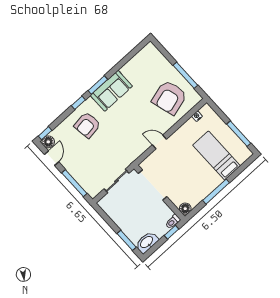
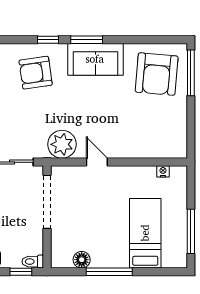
window: (185, 75) -> (191, 73), moved
armchair: (169, 98) -> (157, 74), moved, turned -69
plant: (134, 149) -> (62, 144), added
floor lamp: (185, 209) -> (82, 260), moved

